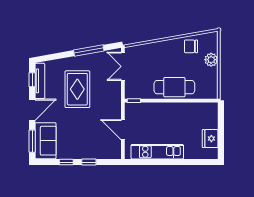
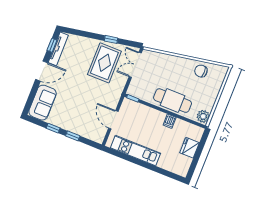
window: (89, 51) -> (111, 39), width x0.46
plant: (211, 60) -> (203, 116), moved
rug: (77, 89) -> (104, 63), moved
dishwasher: (180, 109) -> (170, 121), added
fridge: (210, 139) -> (190, 148), moved
window: (32, 141) -> (31, 98), removed

